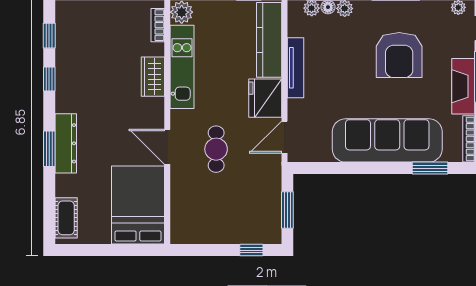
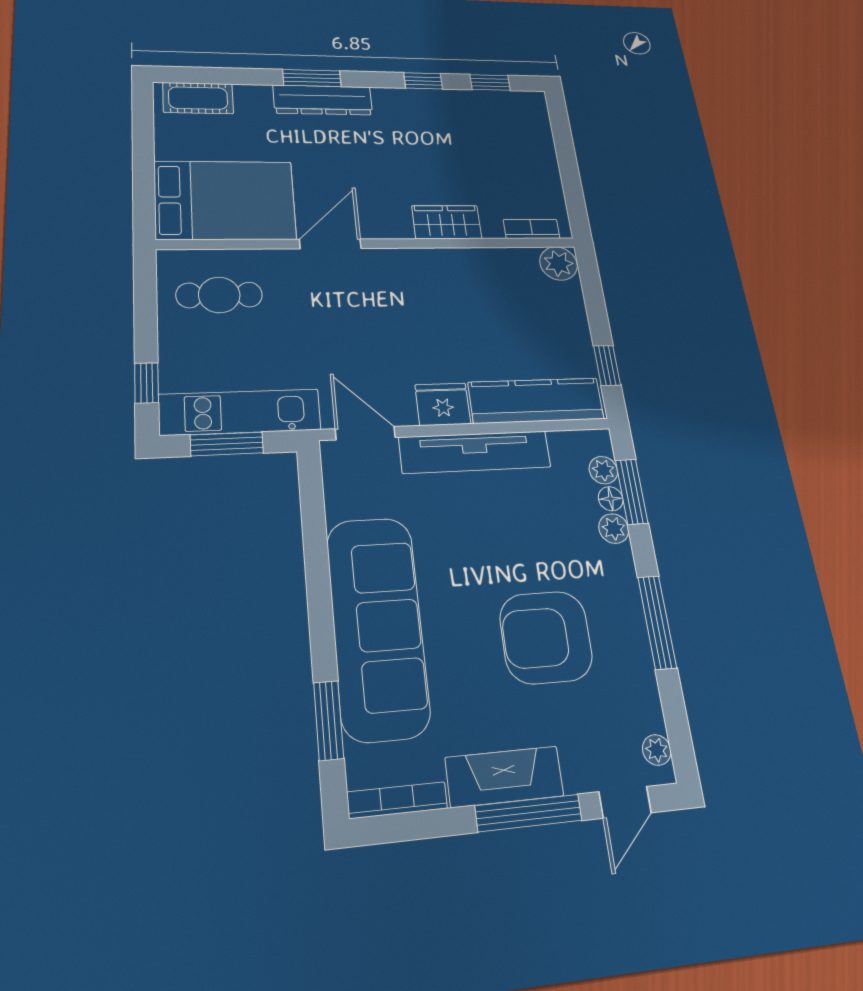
kitchen unit: (182, 67) -> (240, 412), moved, turned 180
tv unit: (295, 68) -> (475, 452), width x1.36, depth x1.29
fridge: (265, 98) -> (443, 404), width x0.73, depth x0.75
cafe table: (216, 149) -> (219, 295), moved

